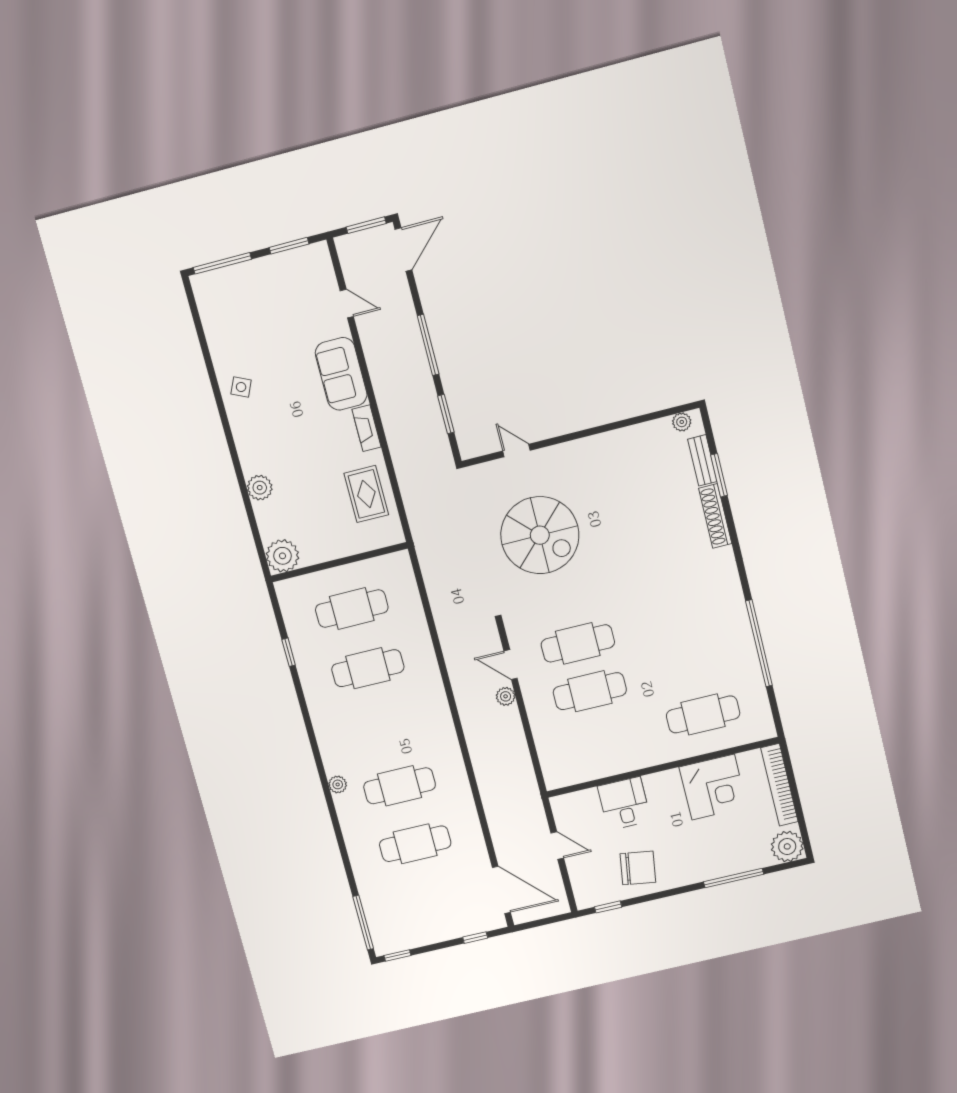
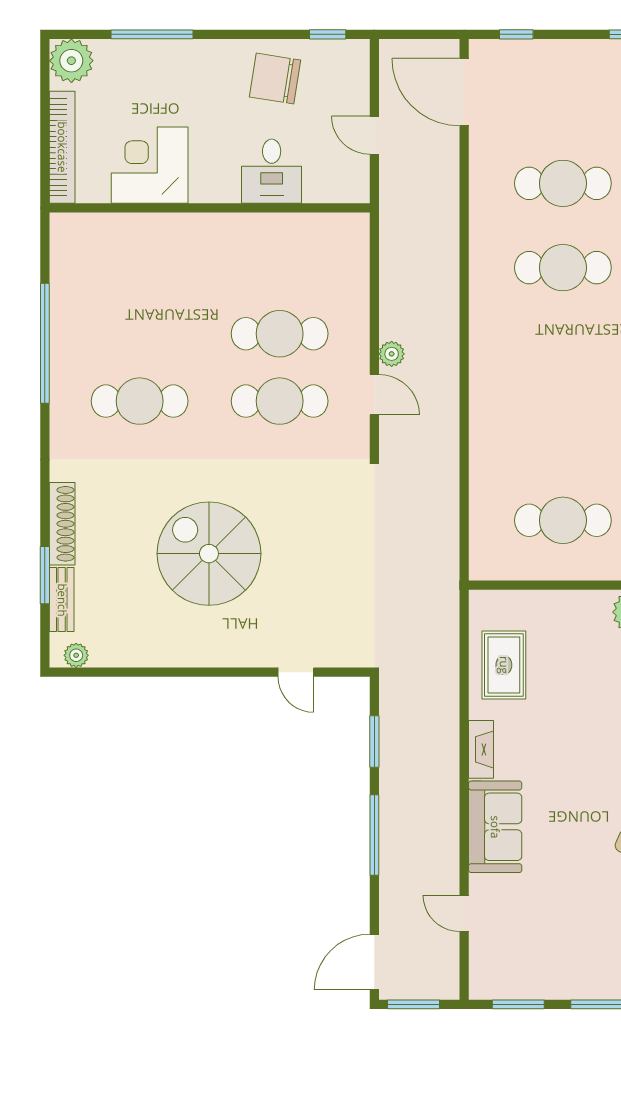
spiral stairs: (540, 535) -> (209, 554), moved
cafe table: (368, 668) -> (563, 436), removed
cafe table: (703, 714) -> (140, 401), moved

